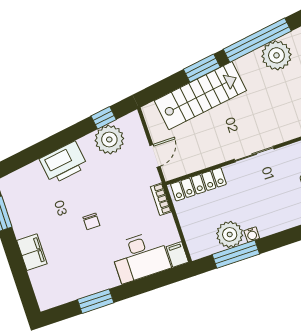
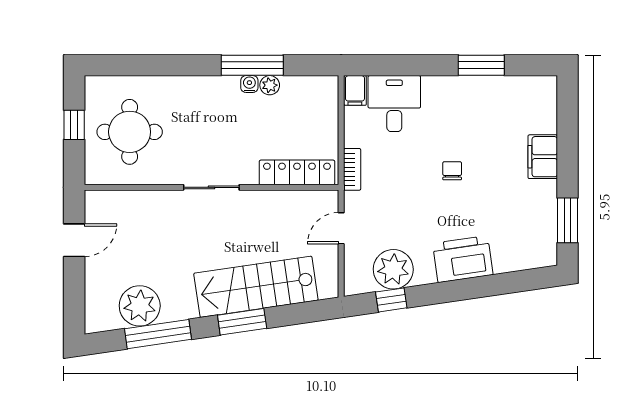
window: (257, 40) -> (158, 334), width x0.68
plant: (230, 234) -> (270, 85), width x0.53, depth x0.53
window: (236, 254) -> (252, 65), moved
desk: (140, 257) -> (394, 104), width x0.73

